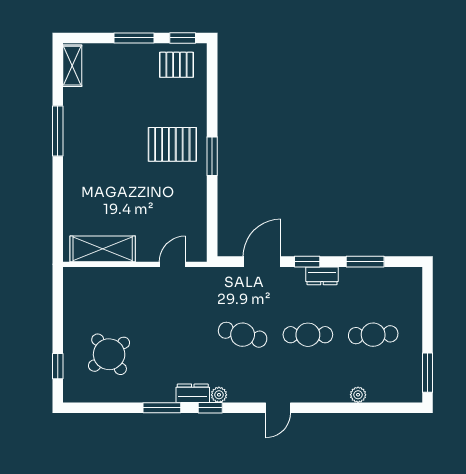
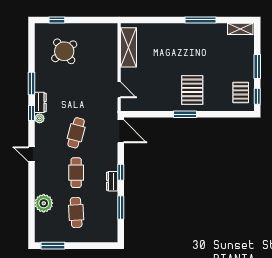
door: (262, 262) -> (121, 131), moved
plant: (358, 395) -> (44, 203), width x1.87, depth x1.87

